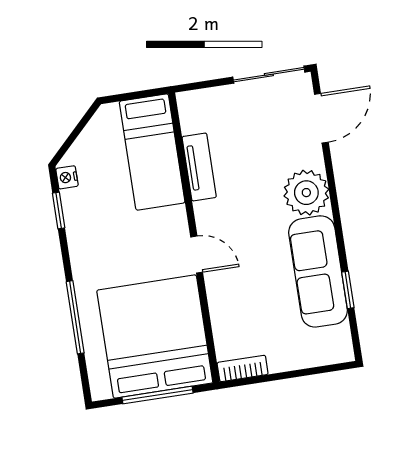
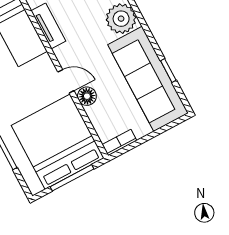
sofa: (318, 271) -> (148, 79), width x1.36, depth x1.27
floor lamp: (219, 286) -> (87, 96), added

